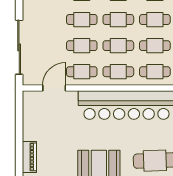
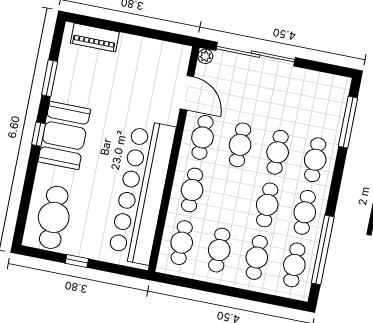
cafe table: (118, 46) -> (230, 197), removed
plant: (27, 81) -> (205, 56), added

